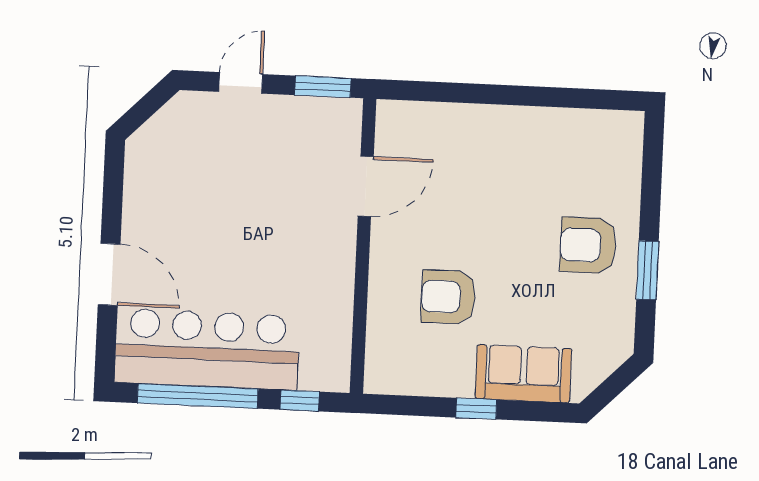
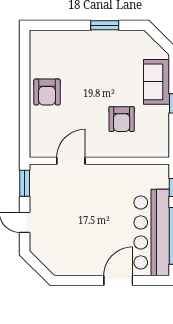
door: (366, 186) -> (71, 161), hinge flipped
armchair: (588, 245) -> (47, 92), moved

